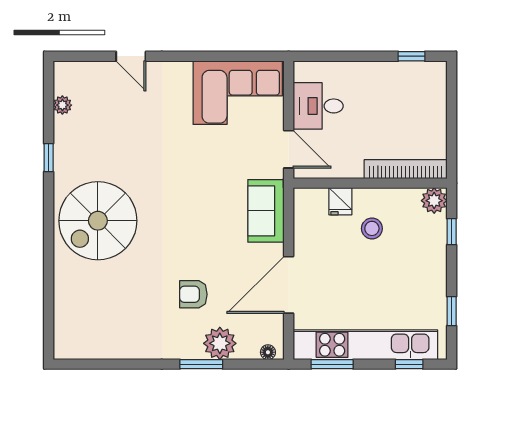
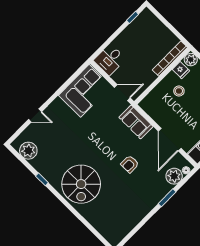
plant: (62, 105) -> (28, 151), width x1.88, depth x1.88
desk: (318, 106) -> (110, 60), moved
fridge: (340, 201) -> (181, 70), moved
armchair: (193, 294) -> (130, 164), moved
plant: (220, 343) -> (174, 176), moved

